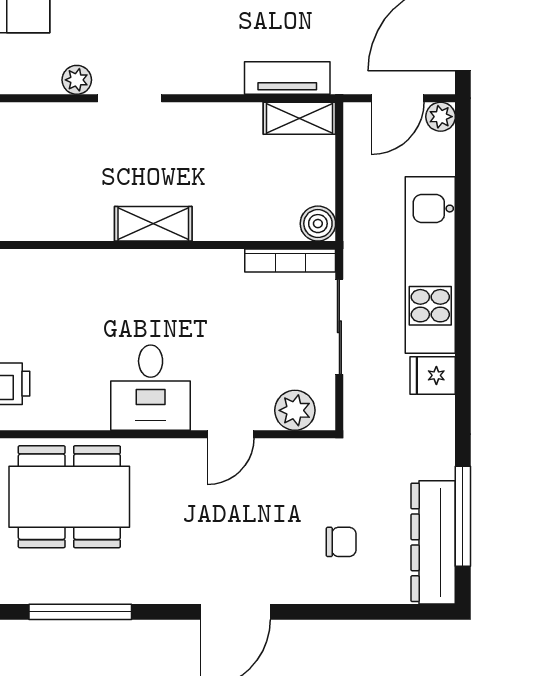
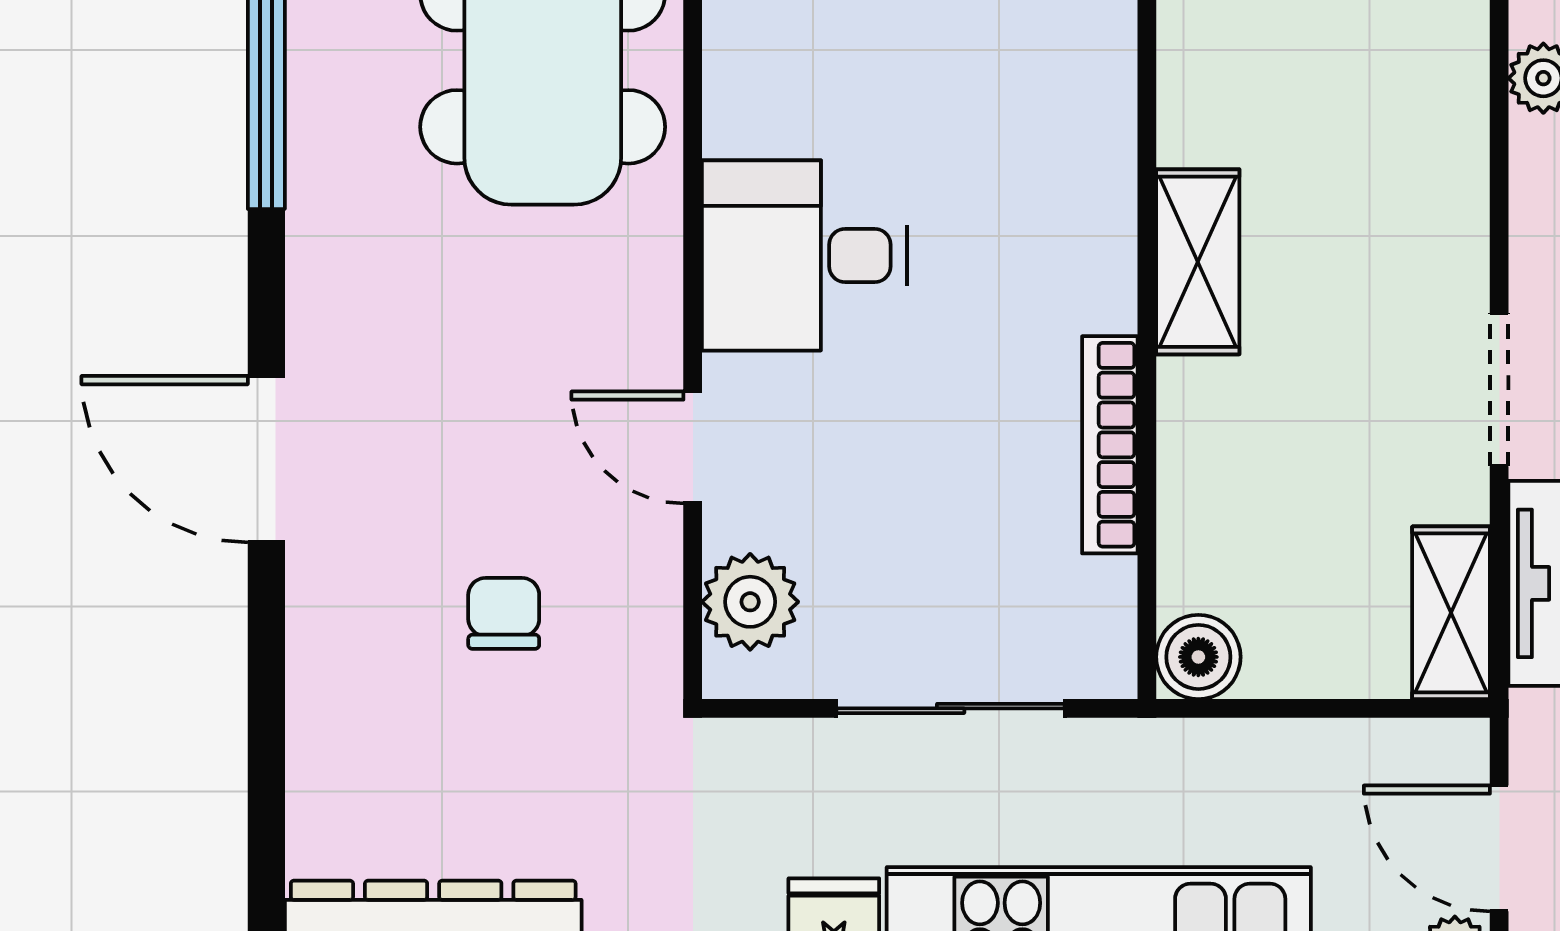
doorway: (130, 98) -> (1499, 390), moved
bookcase: (290, 260) -> (1110, 445), moved
chair: (341, 542) -> (504, 613), moved, turned 180

